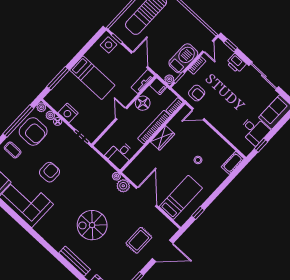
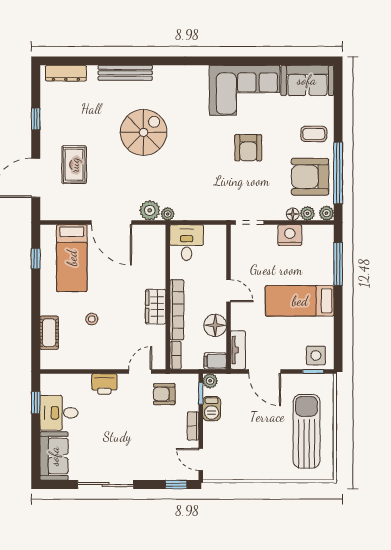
barbecue: (183, 58) -> (212, 409), width x0.53, depth x0.65
printer: (236, 63) -> (104, 384), moved, turned 180
cot: (233, 163) -> (49, 333), moved

